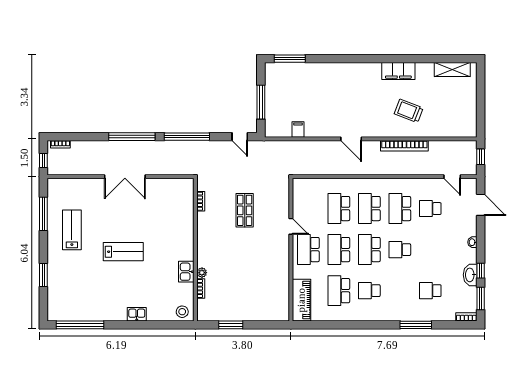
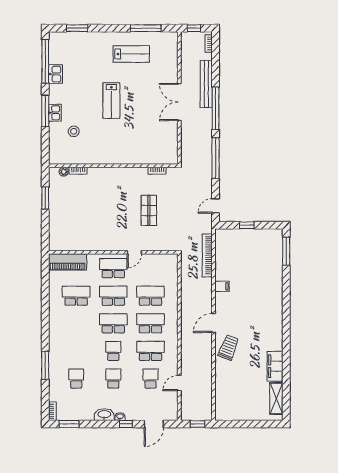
filing cabinet: (398, 71) -> (275, 366), moved
window: (261, 102) -> (247, 225), width x0.46
trolley: (409, 111) -> (228, 347), moved
filing cabinet: (298, 130) -> (222, 286), moved
door: (351, 139) -> (214, 323), moved
bookcase: (404, 146) -> (207, 255), moved
bench: (105, 147) -> (206, 84), added
door: (452, 177) -> (179, 383), moved
shop shelf: (245, 210) -> (149, 210), turned 90
window: (481, 271) -> (126, 424), moved
kitchen sink: (186, 272) -> (55, 74), moved, turned 90
plant: (202, 273) -> (64, 172), moved
window: (43, 275) -> (77, 28), moved
washbasin: (470, 275) -> (104, 415), moved
school desk: (369, 291) -> (113, 379), moved
stool: (182, 312) -> (74, 131), moved
window: (135, 325) -> (45, 111), added

